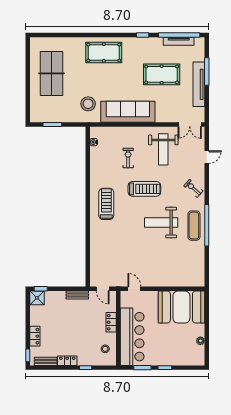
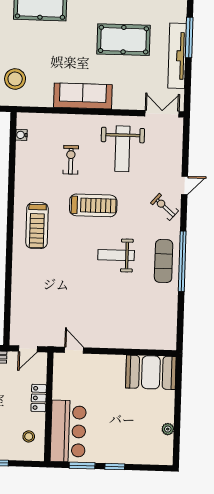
sofa: (128, 112) -> (83, 96), width x0.74, depth x0.79
double door: (190, 125) -> (162, 114), swing flipped
door: (207, 157) -> (185, 185), moved
treadmill: (106, 204) -> (37, 226), turned 180
weight bench: (161, 223) -> (116, 255), width x0.73, depth x0.75
door: (103, 289) -> (28, 349), hinge flipped
booth: (181, 307) -> (151, 372), width x0.73, depth x0.70
bar counter: (132, 337) -> (68, 431), width x0.73

